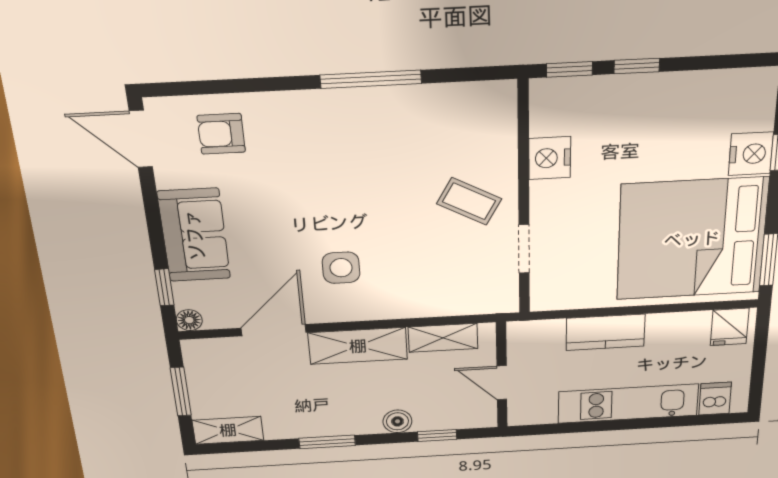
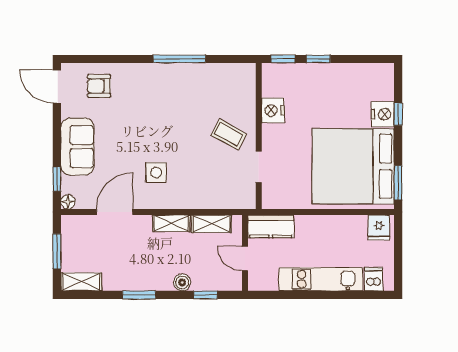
kitchen counter: (606, 332) -> (271, 226), moved
shelving: (358, 346) -> (171, 223), width x0.67, depth x0.75

